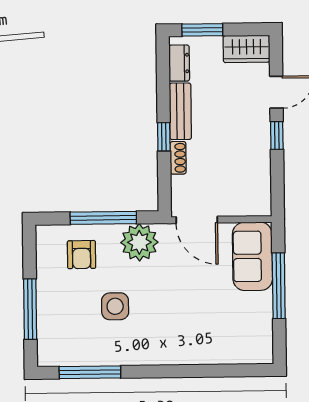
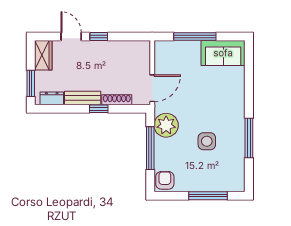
shoe rack: (178, 158) -> (117, 100), width x1.43
armchair: (82, 255) -> (165, 180), moved, turned -90
sofa: (252, 256) -> (223, 53), moved
window: (90, 372) -> (249, 138), moved

